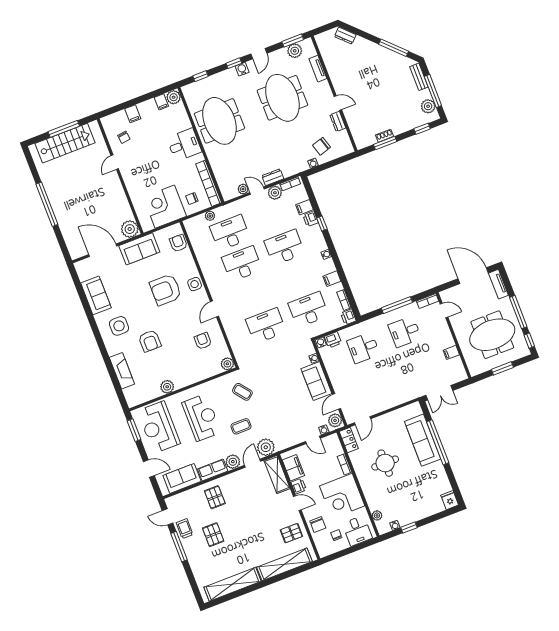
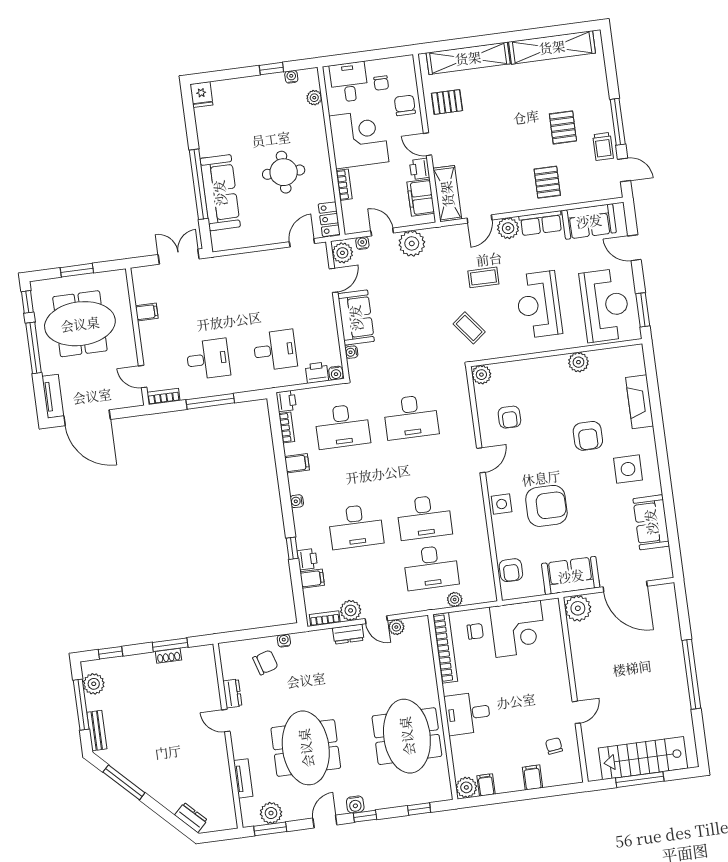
armchair: (150, 341) -> (588, 436), turned 180
plant: (266, 447) -> (412, 243), moved

